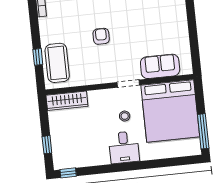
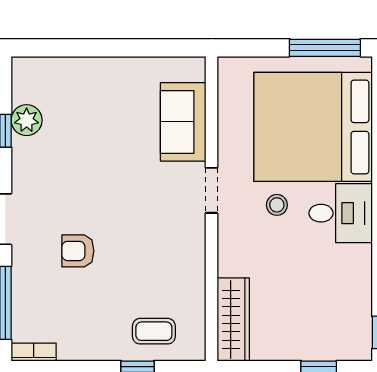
armchair: (101, 36) -> (78, 251), moved
coffee table: (57, 63) -> (154, 331), width x0.54, depth x0.58
bed: (170, 111) -> (313, 127), moved, turned 180

